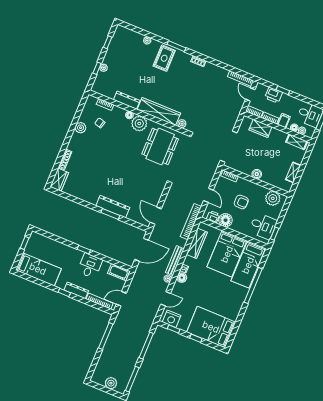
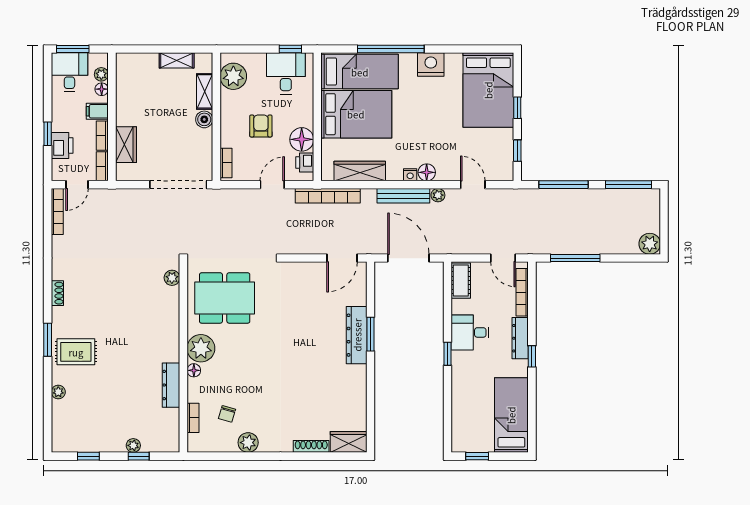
wardrobe: (159, 111) -> (168, 324), removed
shelving: (297, 142) -> (205, 91), moved
nightstand: (172, 319) -> (431, 64), moved, turned -90
plant: (111, 383) -> (650, 244), moved

